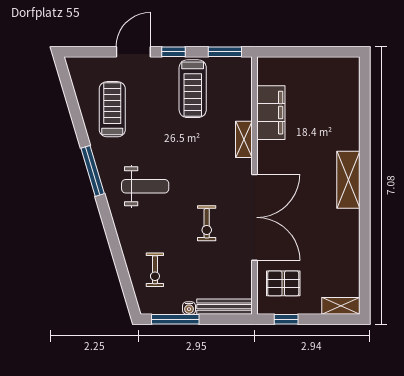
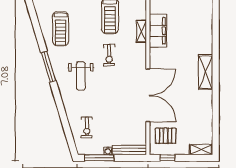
treadmill: (112, 109) -> (61, 29), turned 180
shelving: (244, 139) -> (141, 31), moved
weight bench: (145, 186) -> (81, 76), turned 90
exercise bike: (207, 223) -> (109, 55), moved

